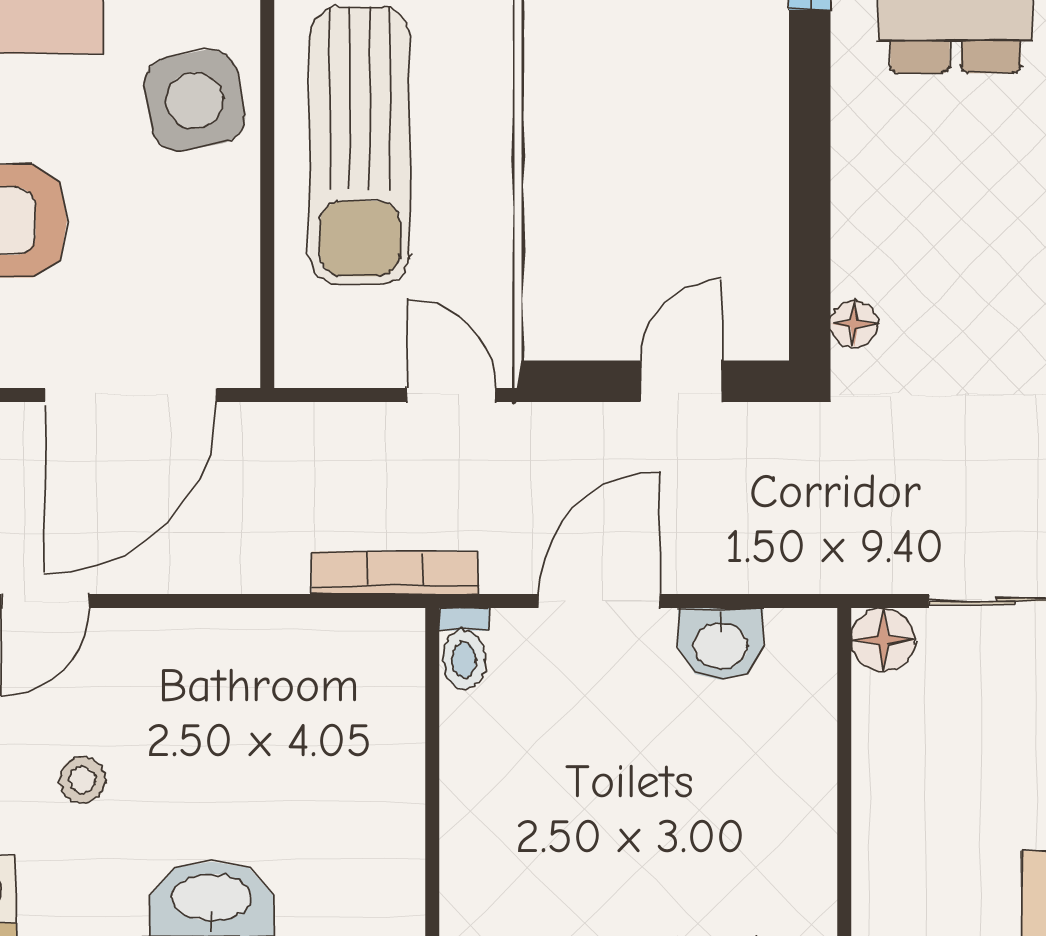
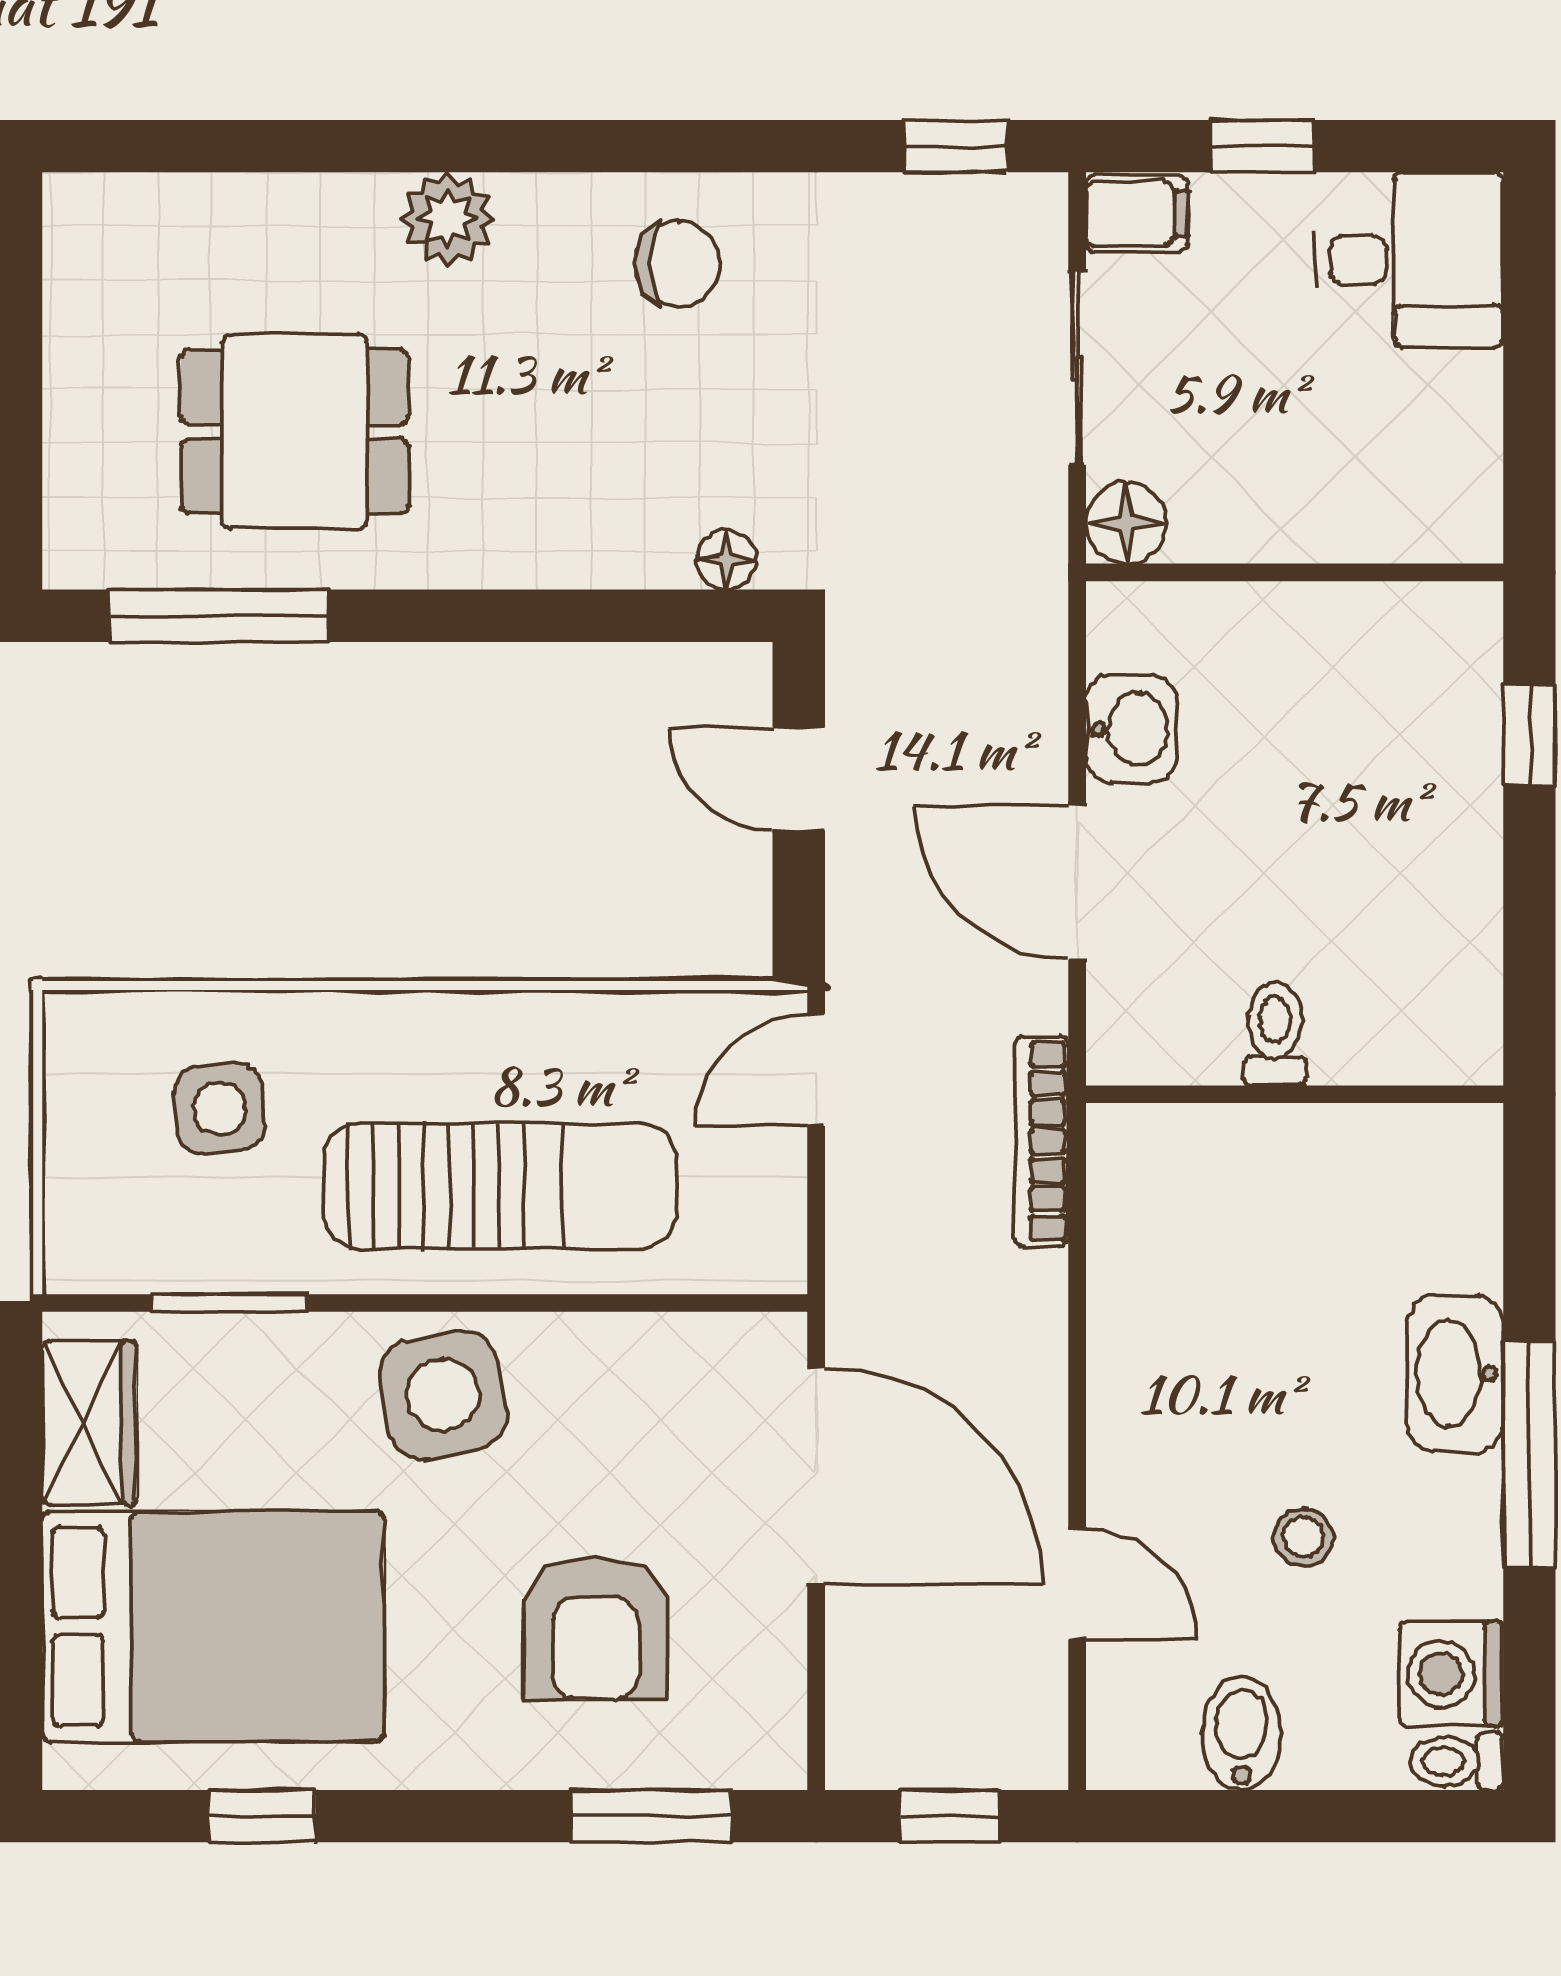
toilet: (464, 649) -> (1275, 1034), moved, turned -90

